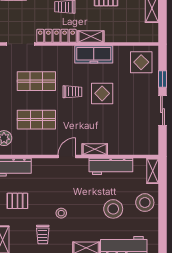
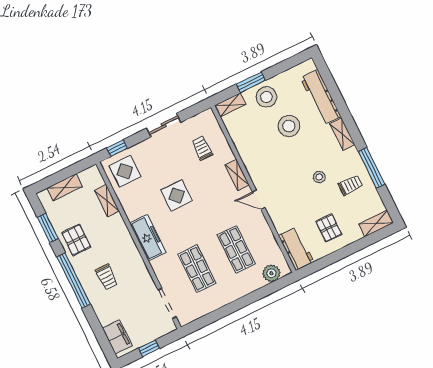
locker: (56, 36) -> (141, 271), removed
shelving: (91, 37) -> (107, 201), moved
freezer: (94, 54) -> (148, 238), moved
window: (162, 79) -> (117, 148), moved
trolley: (72, 92) -> (202, 148), moved
workbench: (111, 166) -> (247, 150), removed
window: (162, 196) -> (251, 82), added

